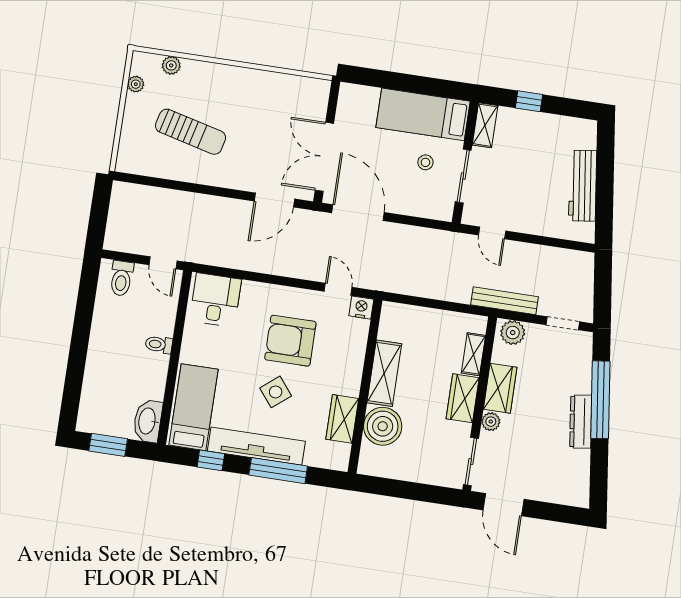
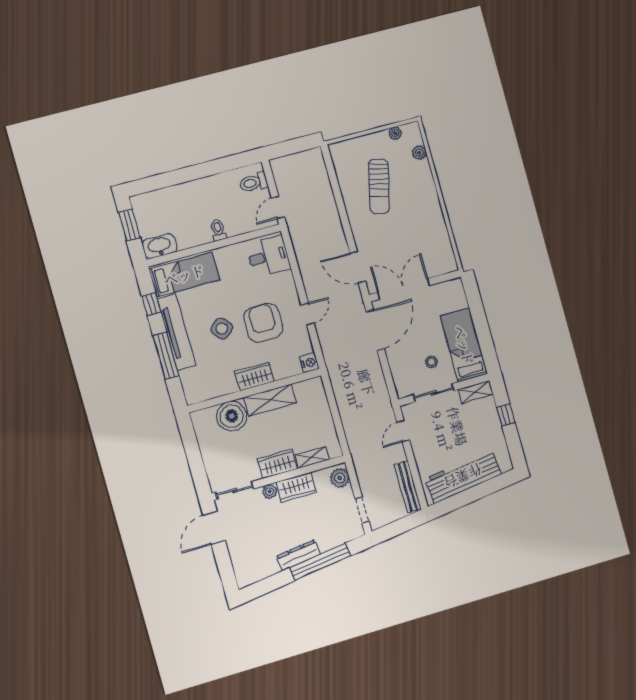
workbench: (583, 186) -> (463, 476), width x1.36, depth x1.32
door: (338, 289) -> (308, 314), moved
bench: (505, 301) -> (408, 487), moved
wardrobe: (342, 419) -> (255, 376), moved

